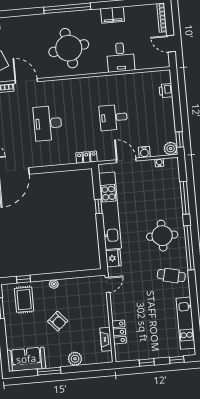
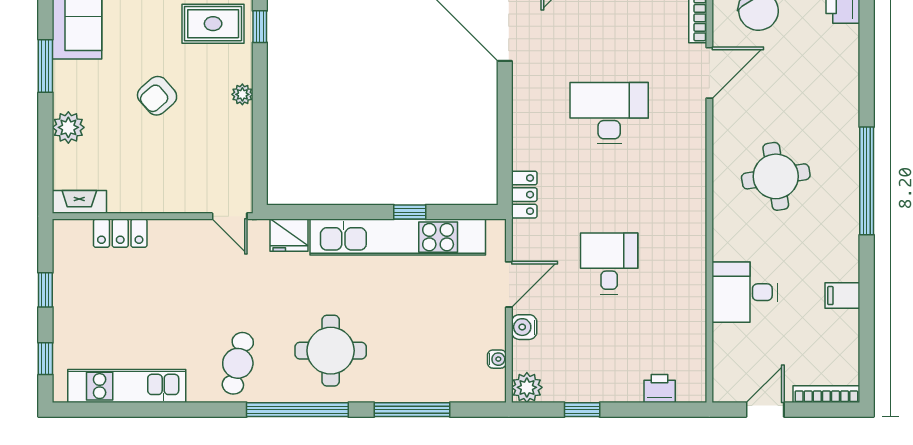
filing cabinet: (113, 15) -> (842, 296), width x0.50
round table: (69, 48) -> (776, 176), width x0.73, depth x0.73
window: (180, 140) -> (582, 410), moved
fireplace: (106, 339) -> (79, 202), moved

